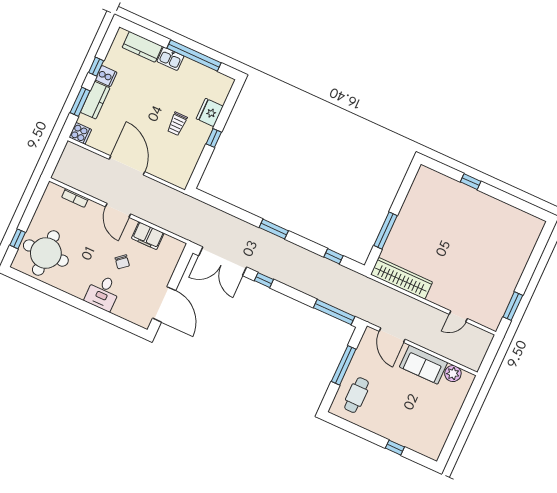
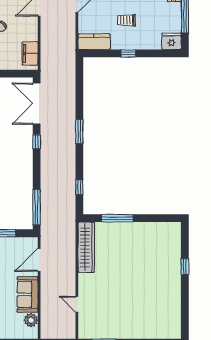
fridge: (210, 112) -> (171, 41), moved
kitchen counter: (184, 169) -> (94, 42), added
filing cabinet: (148, 236) -> (30, 53), moved

